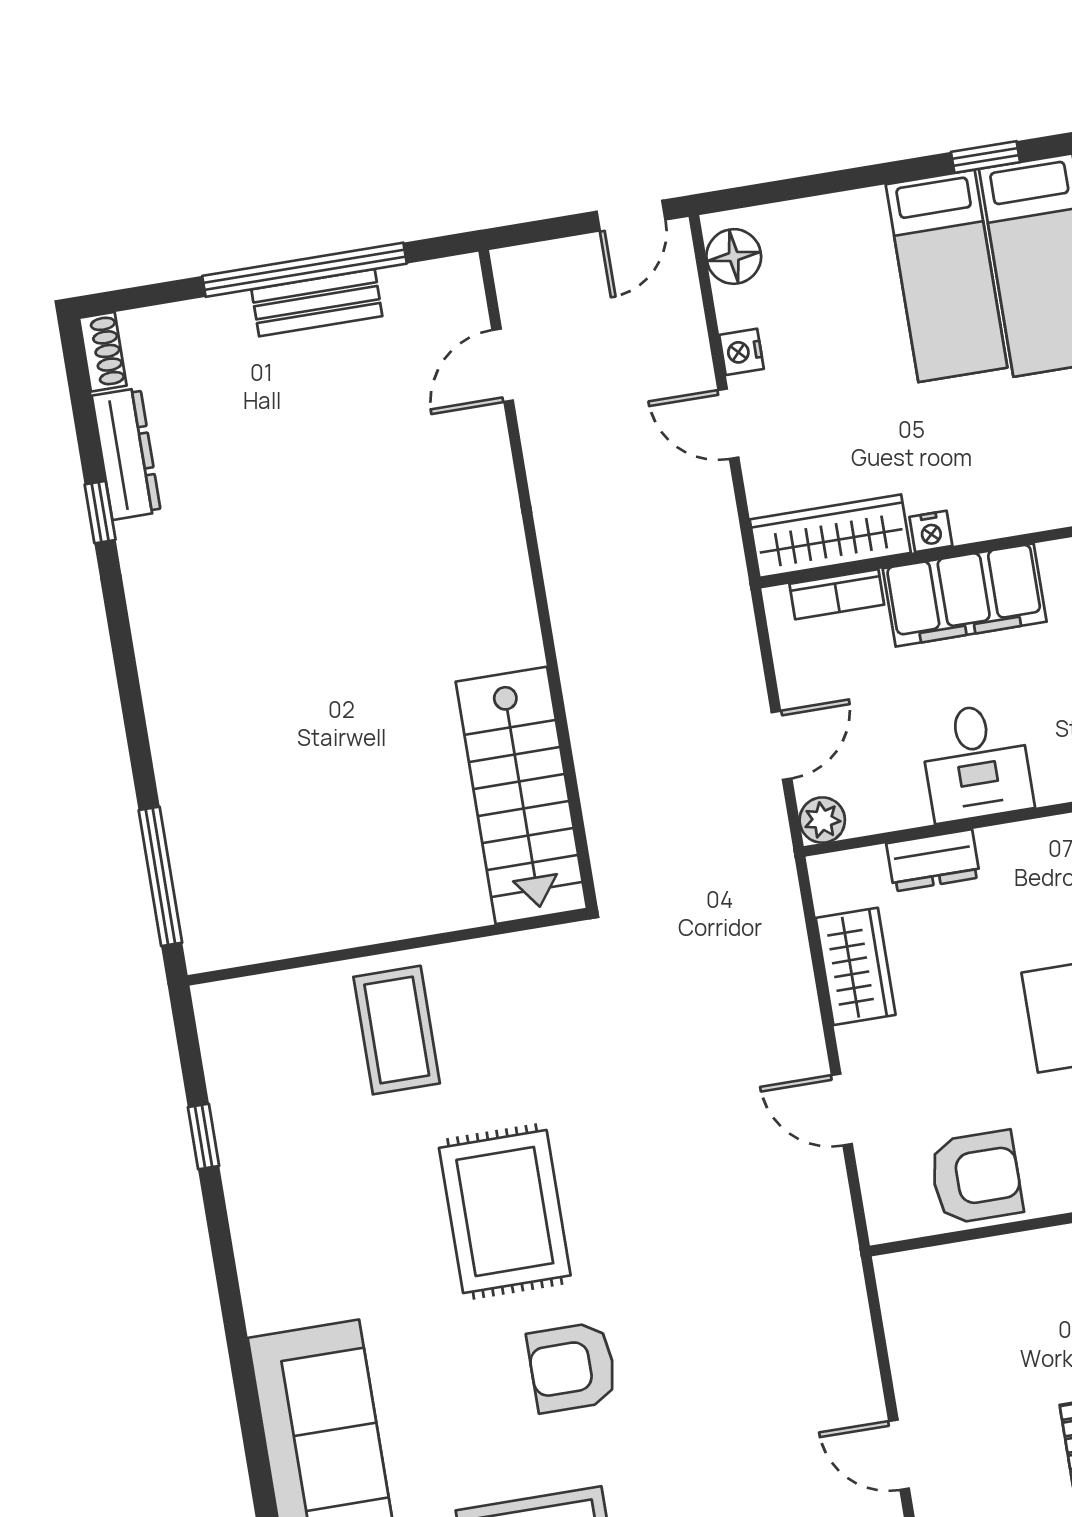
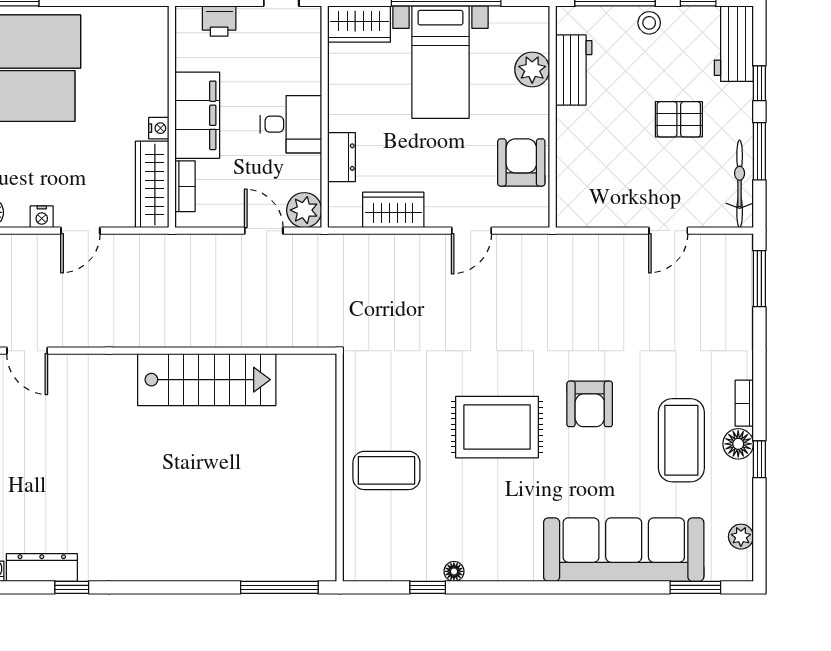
stairs: (521, 795) -> (207, 380), moved
plant: (822, 820) -> (304, 210), width x1.38, depth x1.38
floor lamp: (239, 1178) -> (454, 571), added

